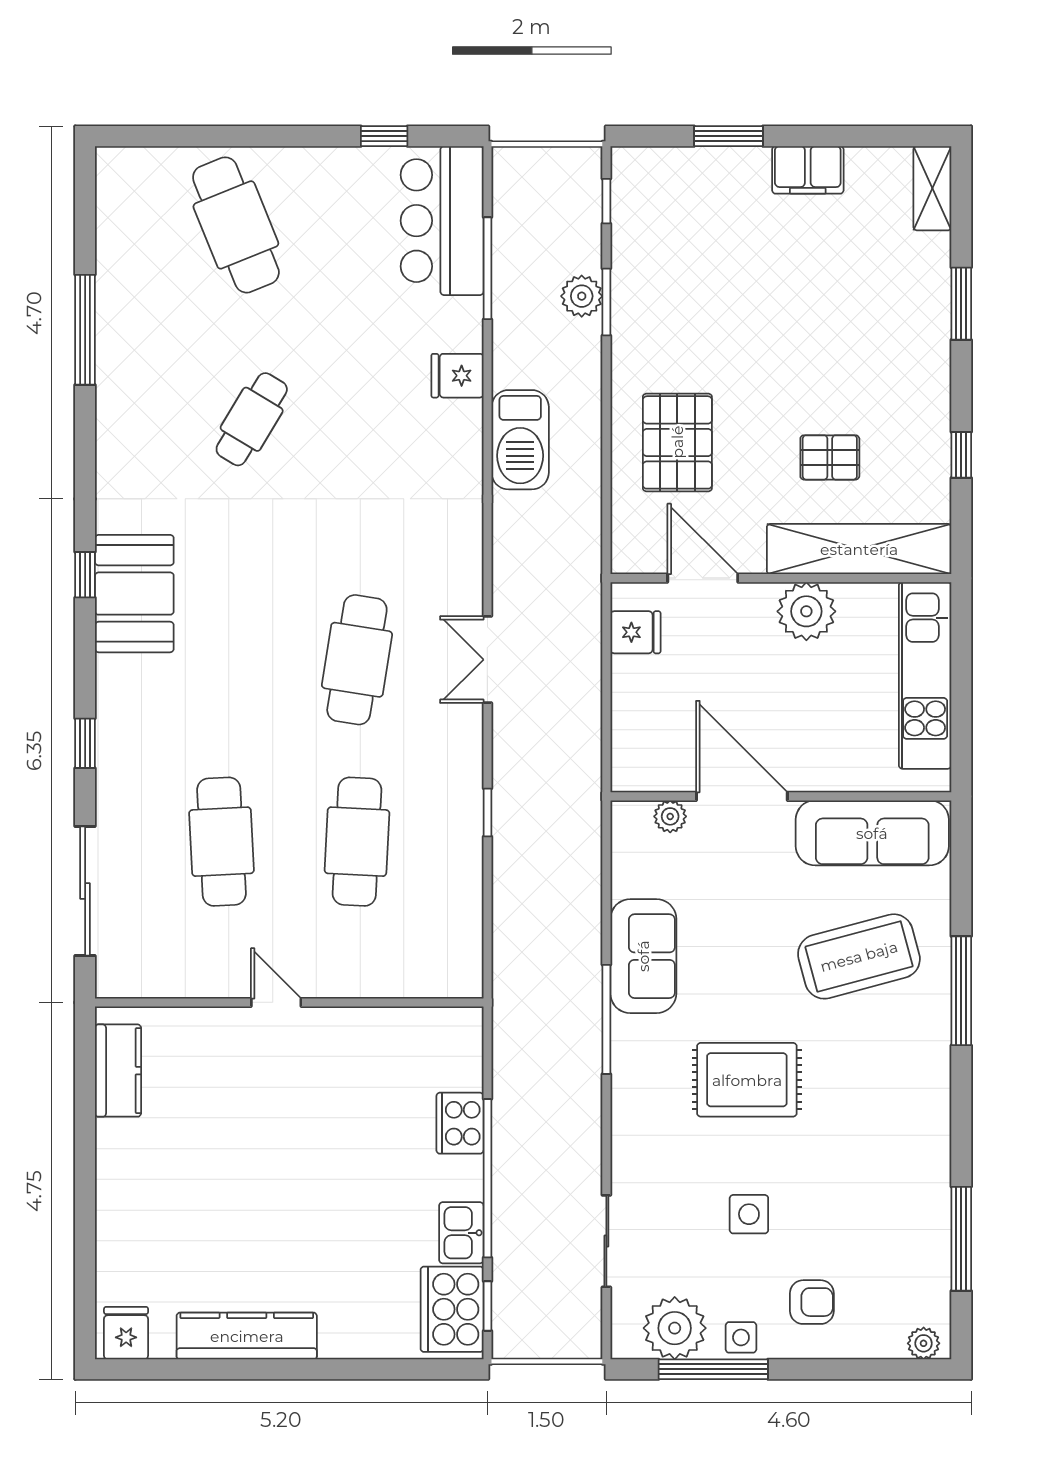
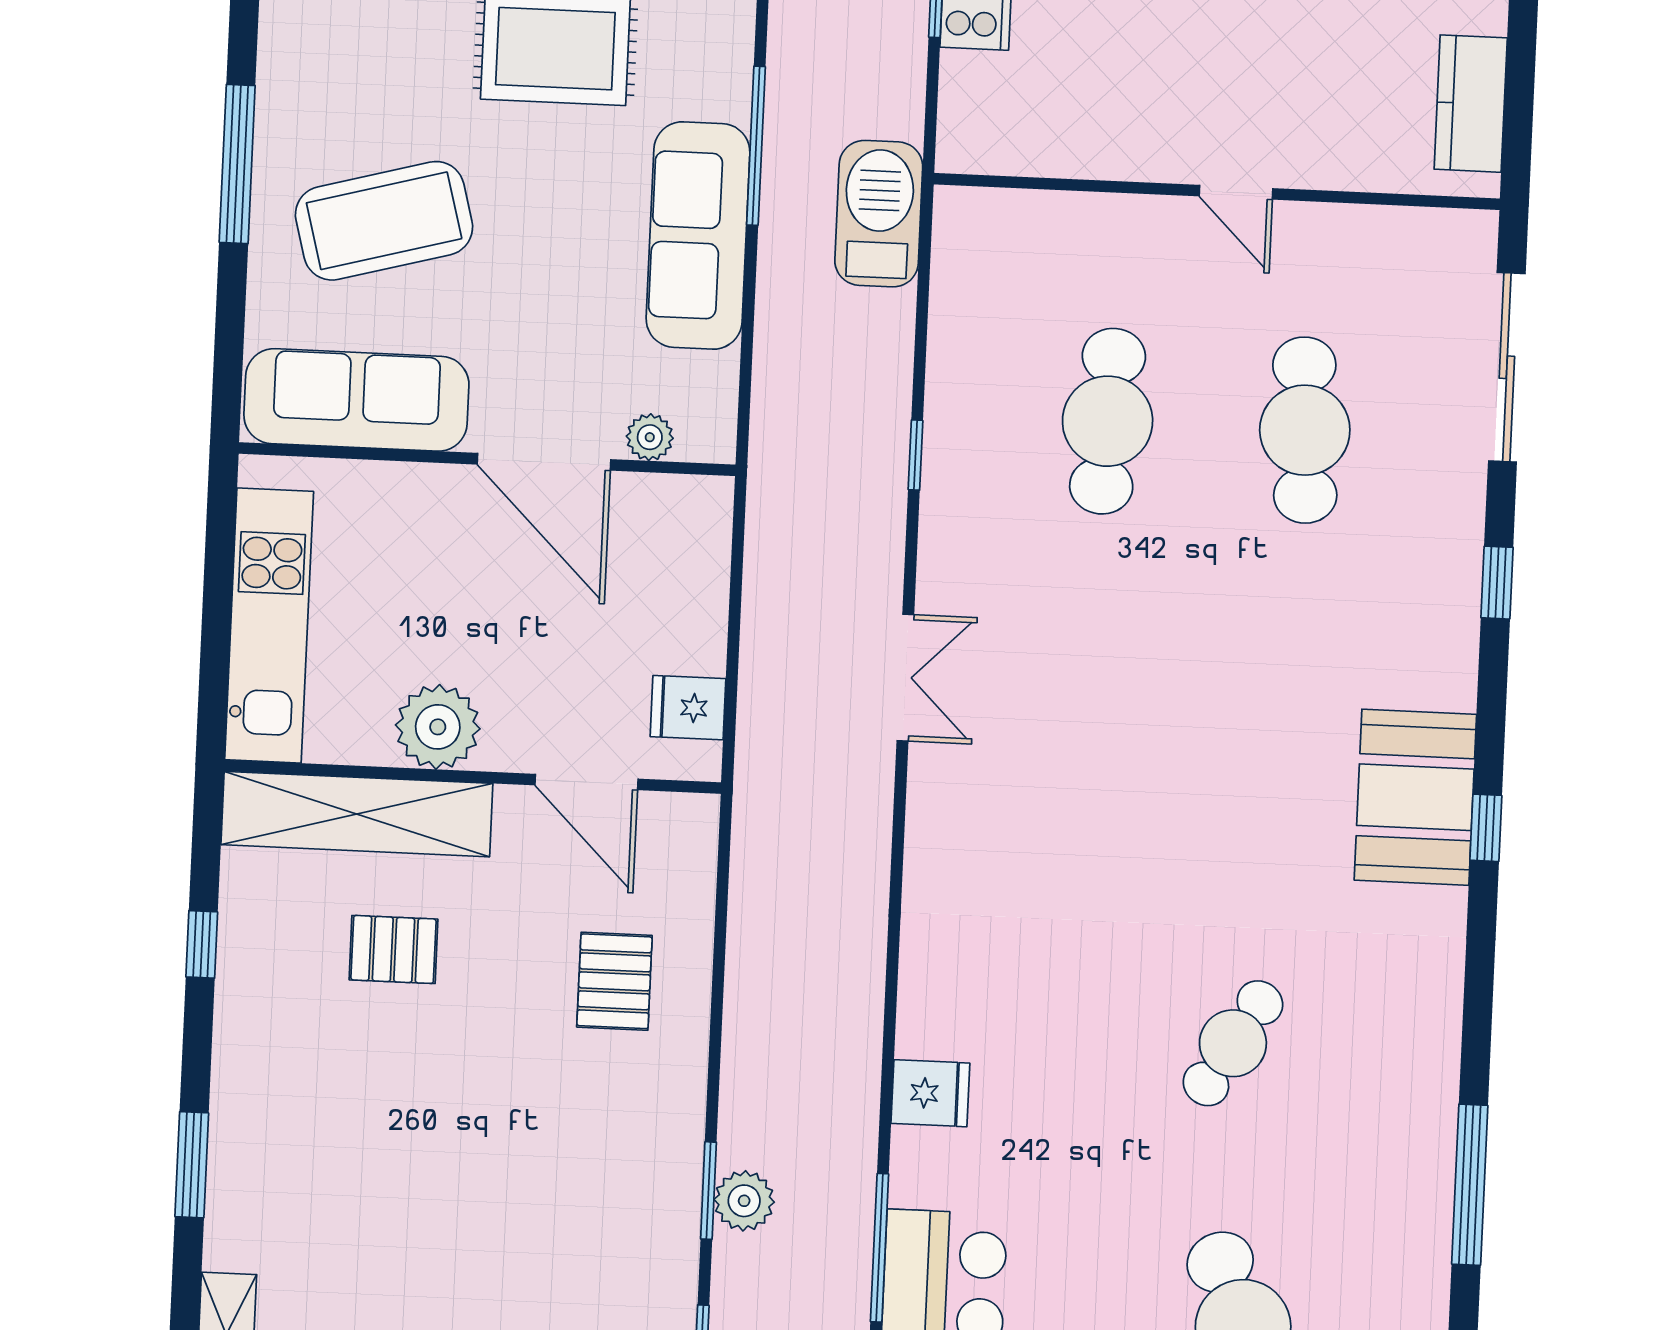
barbecue: (520, 440) -> (879, 214), moved
pallet: (677, 442) -> (614, 981), width x0.67, depth x0.71
cafe table: (357, 660) -> (1095, 686), removed
sofa: (643, 956) -> (698, 235), width x1.36

